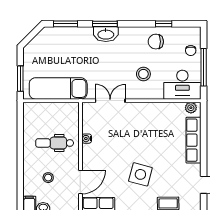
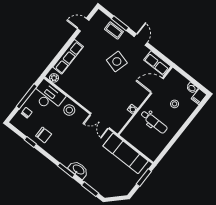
washbasin: (106, 34) -> (78, 170), moved
stool: (143, 74) -> (69, 110), moved

